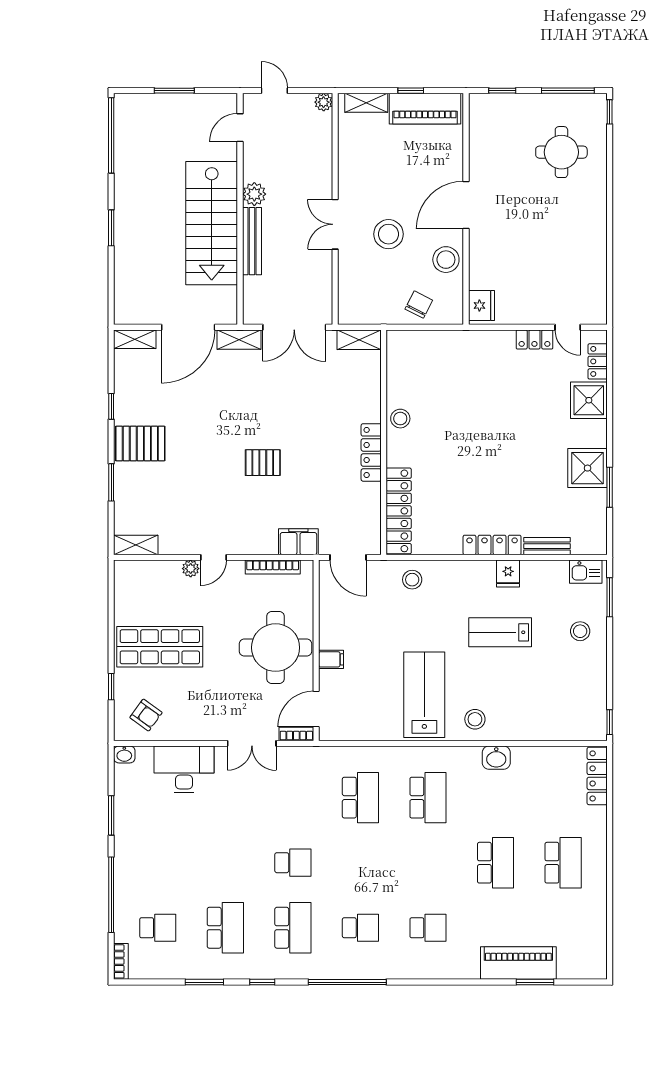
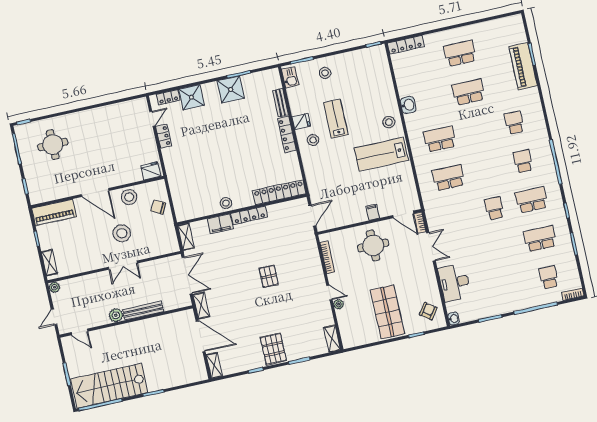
piano: (425, 109) -> (54, 213), moved, turned 90
stairs: (212, 223) -> (109, 386), moved, turned 180
filing cabinet: (298, 542) -> (220, 224), moved, turned -90
stool: (412, 580) -> (313, 140), moved
lab bench: (500, 632) -> (336, 119), turned 180
round table: (276, 648) -> (373, 245), width x0.73, depth x0.73

